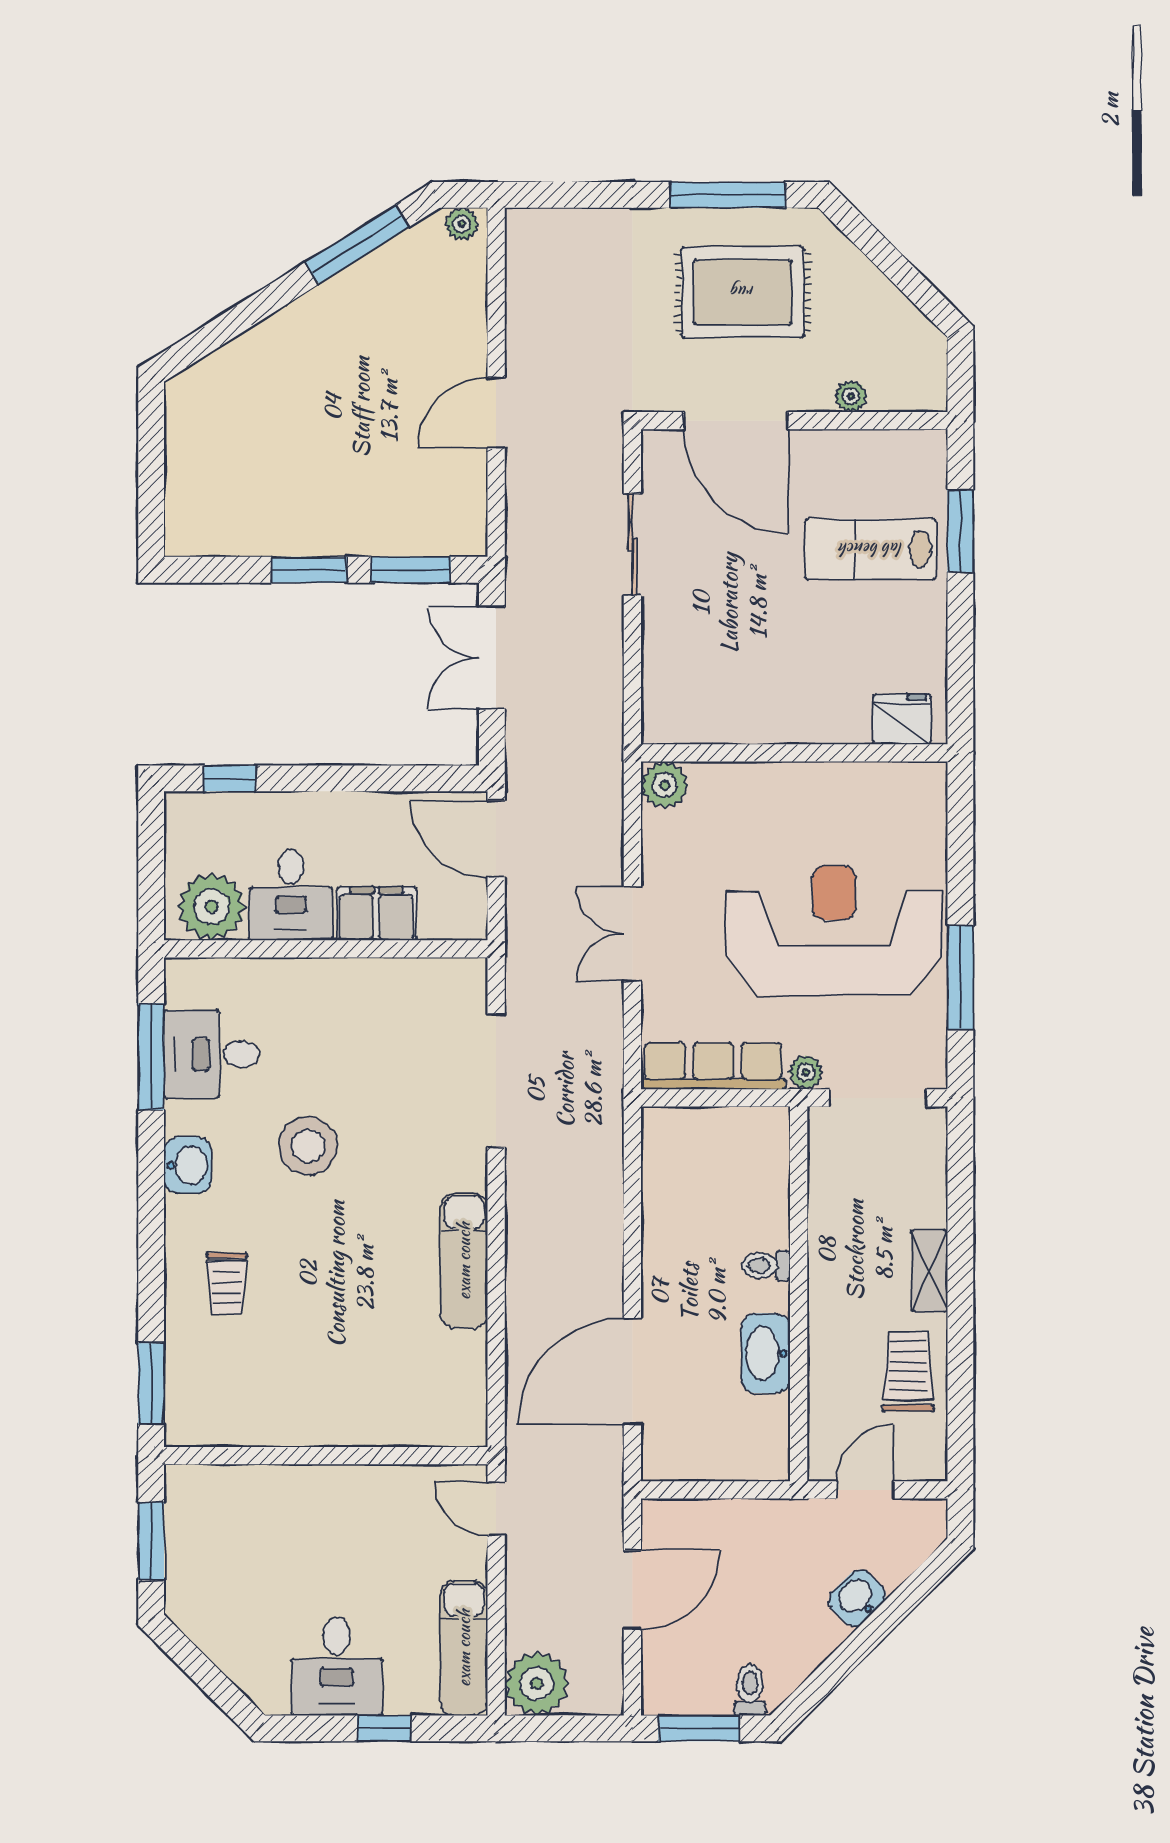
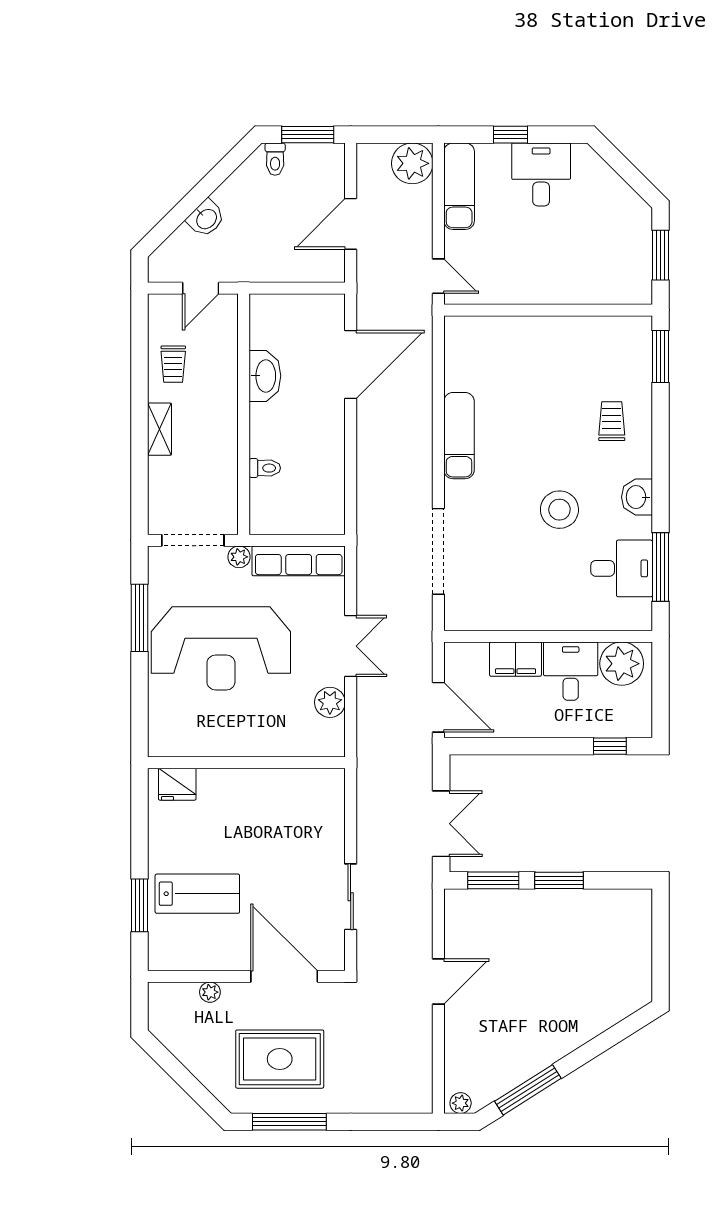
plant: (665, 785) -> (330, 702), moved
toilet: (766, 1265) -> (265, 468), moved
trolley: (908, 1372) -> (173, 364), width x0.73, depth x0.72

